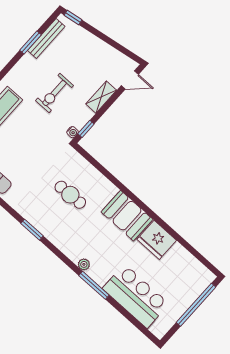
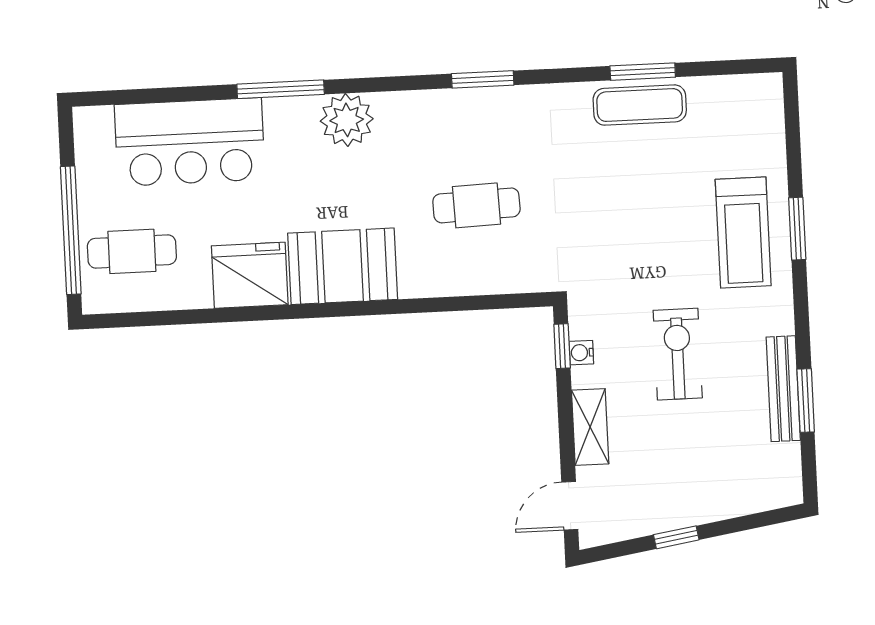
window: (73, 17) -> (676, 537), moved
bench: (46, 38) -> (783, 389), moved
water cooler: (73, 132) -> (581, 353), moved
plant: (84, 264) -> (347, 120), width x1.87, depth x1.87
cafe table: (184, 281) -> (132, 251), added

